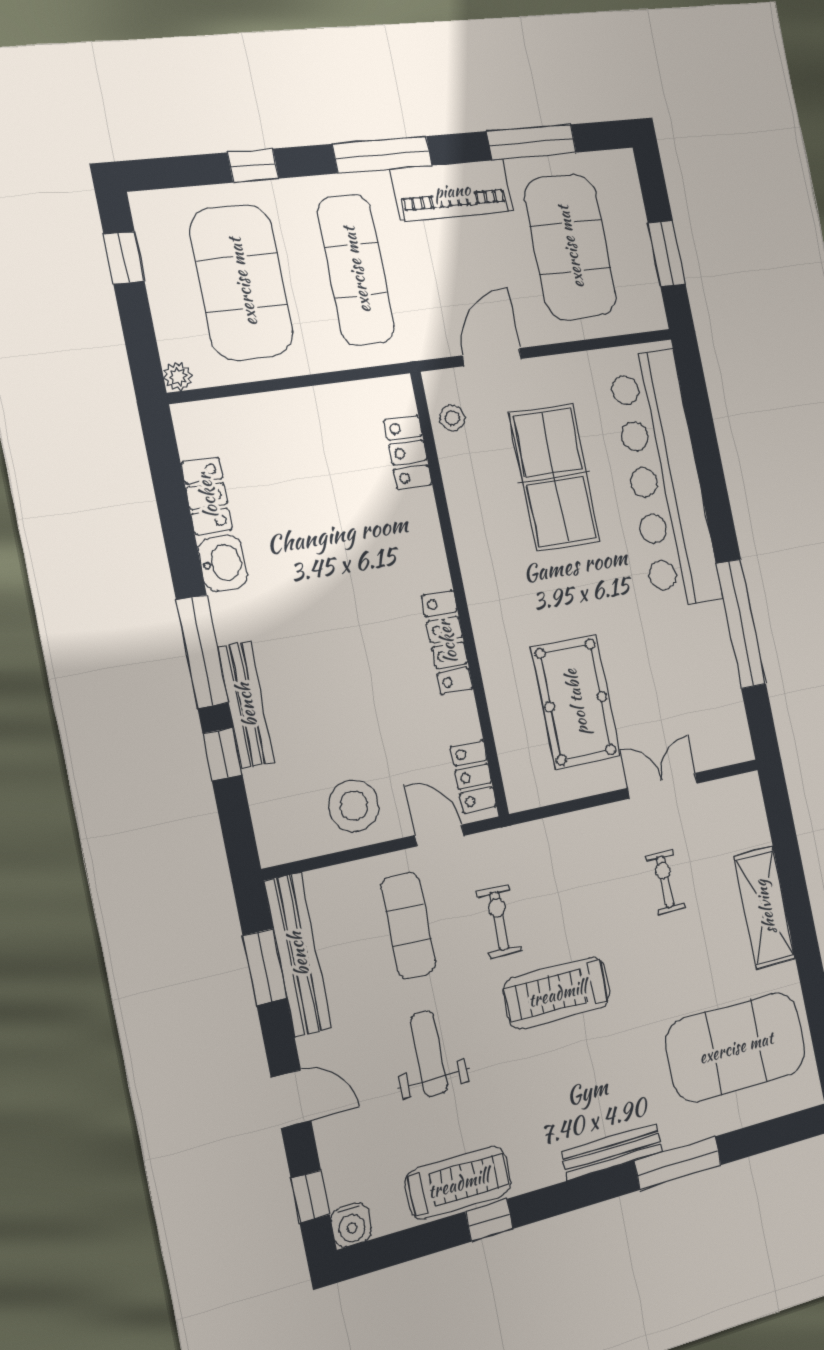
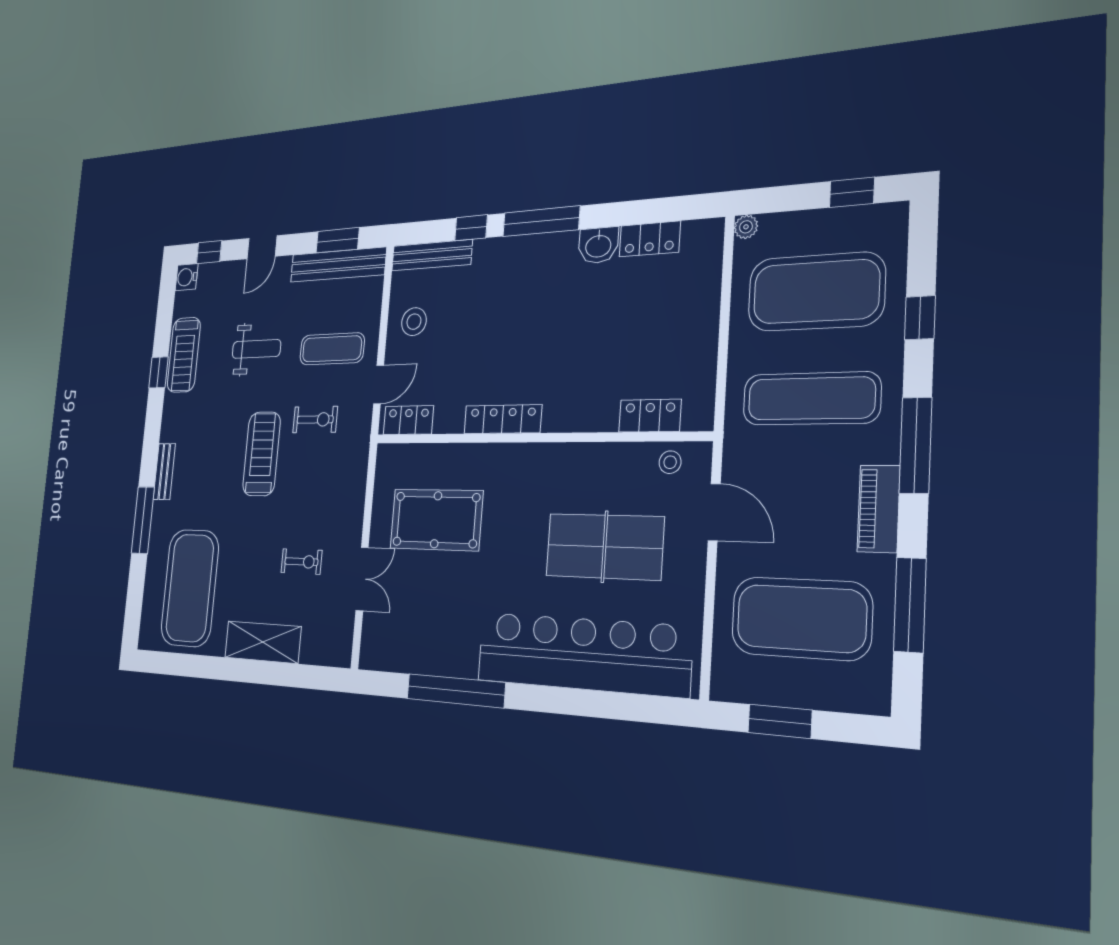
piano: (452, 190) -> (879, 509), width x0.73, depth x0.75
bench: (246, 705) -> (432, 255), moved
stool: (354, 806) -> (414, 322), width x0.73, depth x0.73
bench: (612, 1152) -> (164, 472), width x0.73

